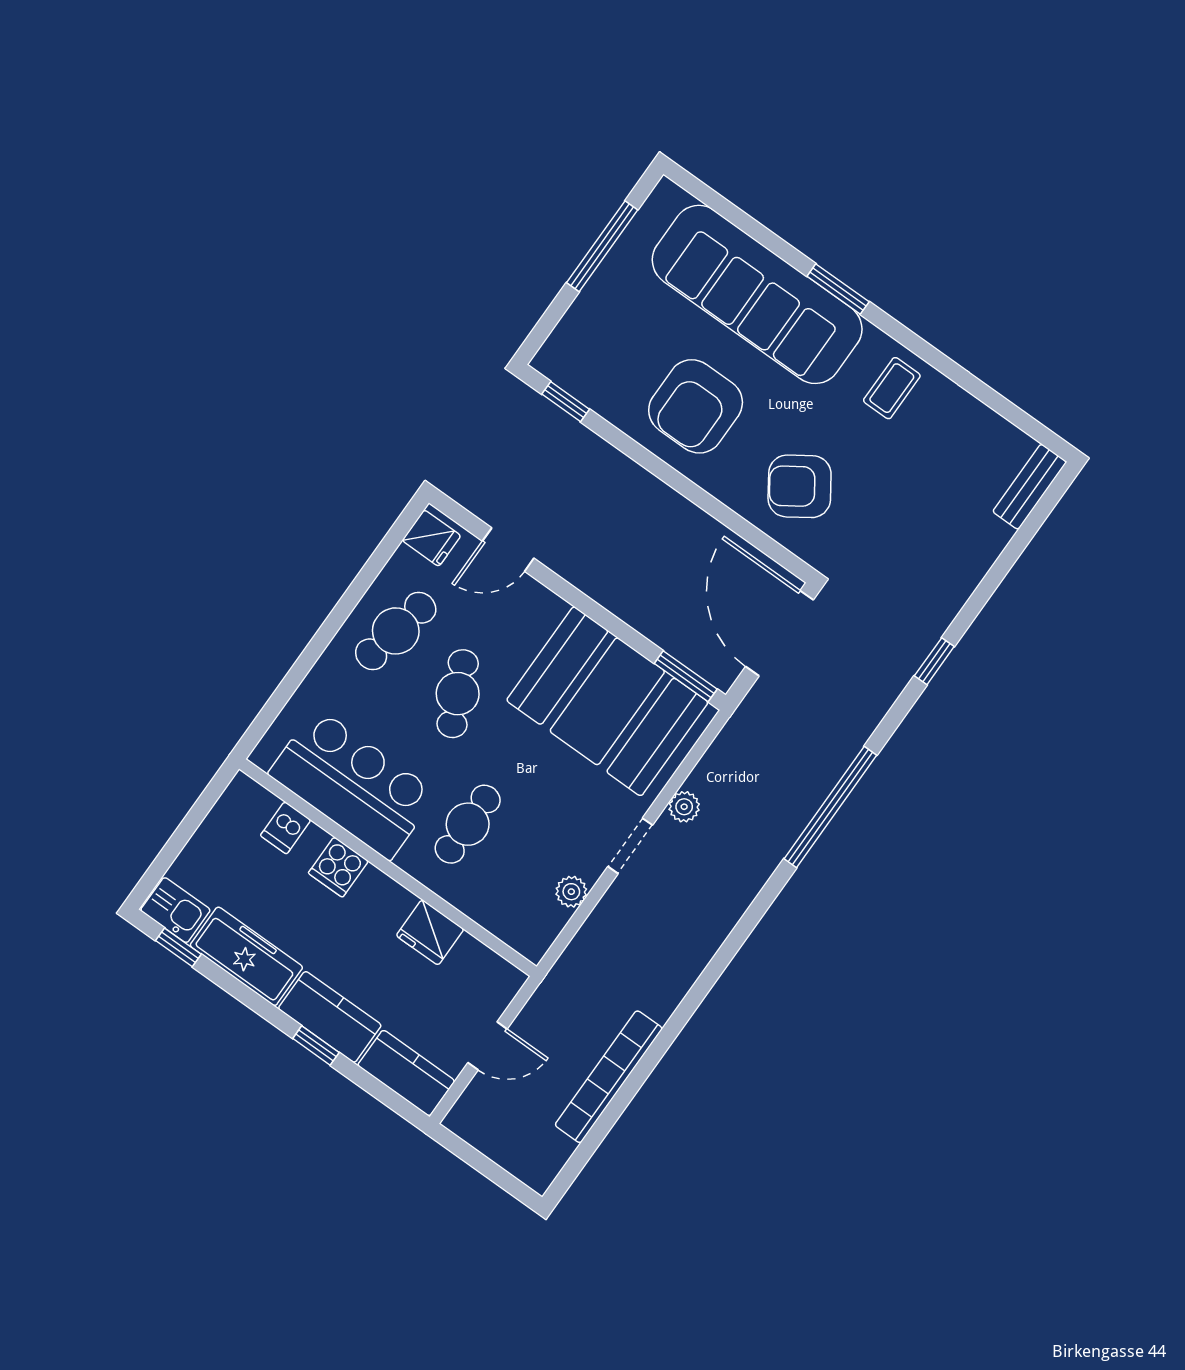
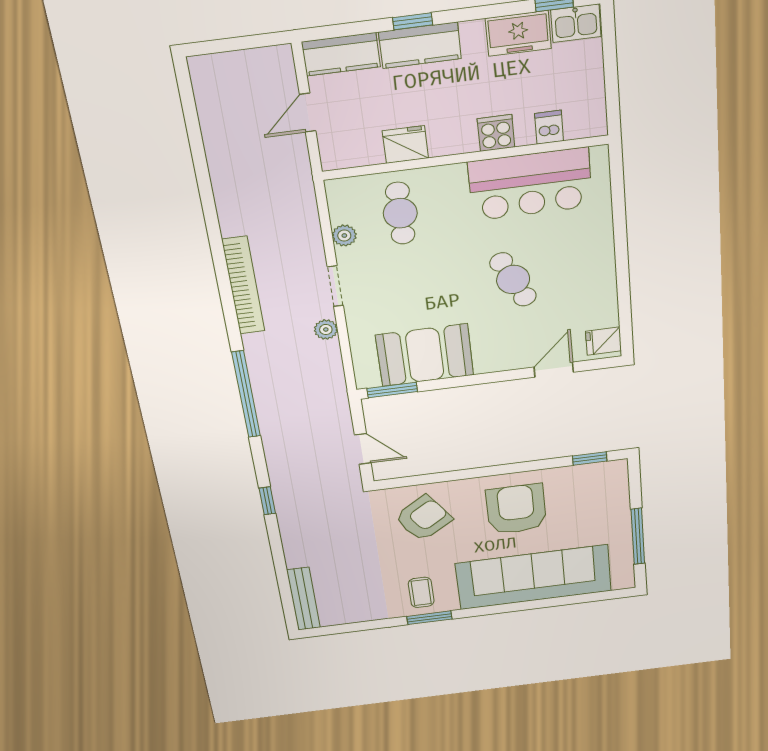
window: (838, 289) -> (429, 618), moved
bench: (1030, 487) -> (303, 599), width x1.36
cafe table: (396, 631) -> (580, 281), removed
door: (780, 633) -> (363, 449), width x0.53
booth: (607, 701) -> (425, 355), width x0.73, depth x0.70
cafe table: (468, 824) -> (400, 213), moved
freezer: (246, 956) -> (518, 33), width x0.71
bookcase: (609, 1077) -> (243, 286), moved

